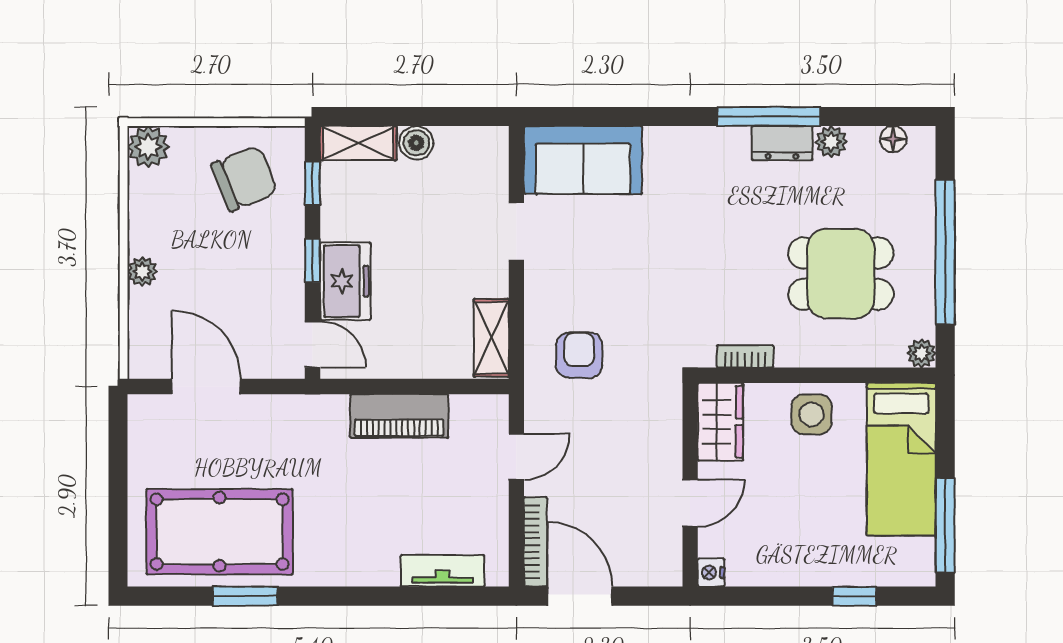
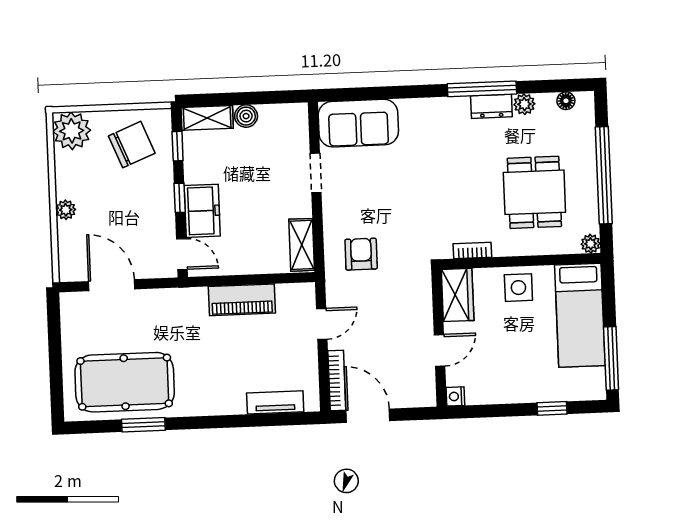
plant: (148, 147) -> (72, 131), width x1.36, depth x1.36
dining table: (841, 274) -> (534, 192), turned 90

